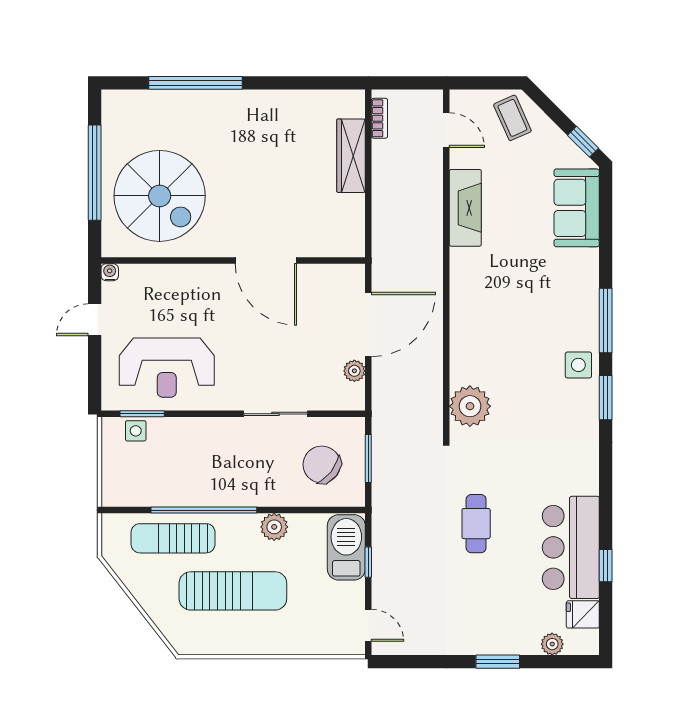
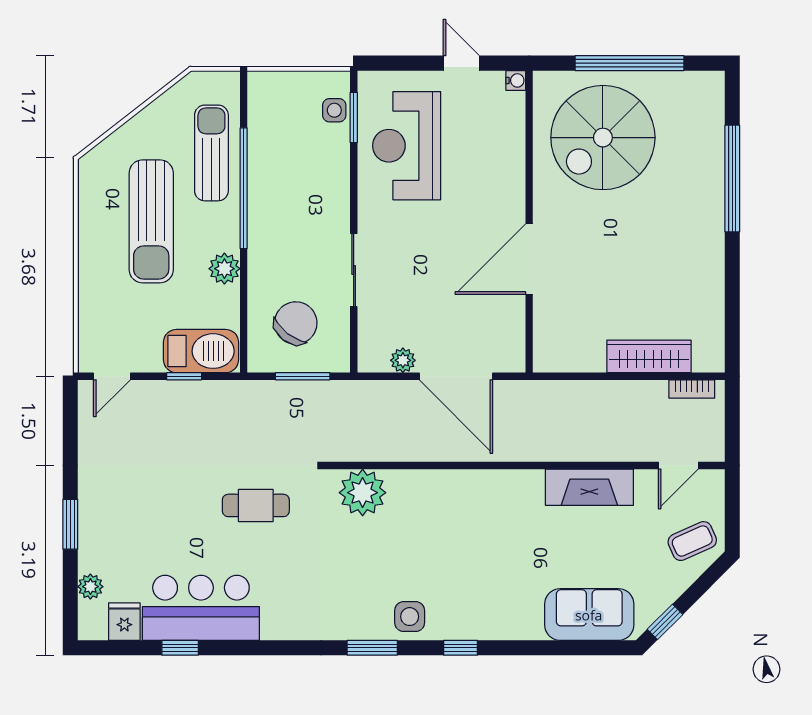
window: (606, 320) -> (461, 648), width x0.46
cafe table: (476, 524) -> (256, 505), moved

